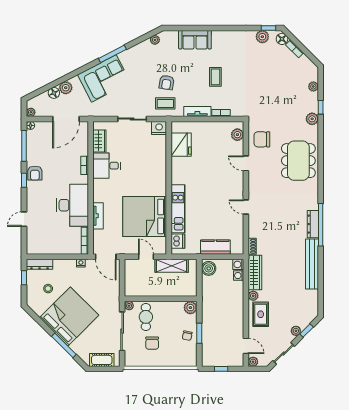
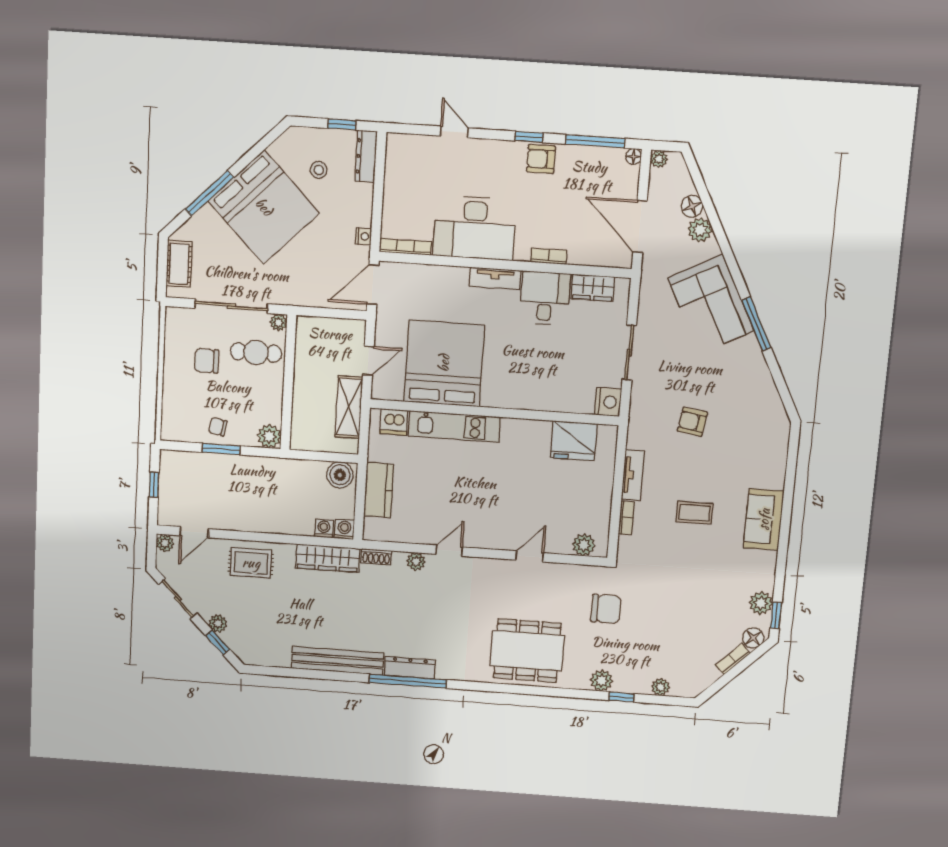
plant: (155, 40) -> (775, 406), removed
sofa: (195, 40) -> (764, 519), moved
coffee table: (165, 103) -> (653, 417), removed
chair: (262, 139) -> (606, 609), moved, turned 90
tv unit: (98, 216) -> (495, 278), moved
plant: (253, 296) -> (416, 561), moved

